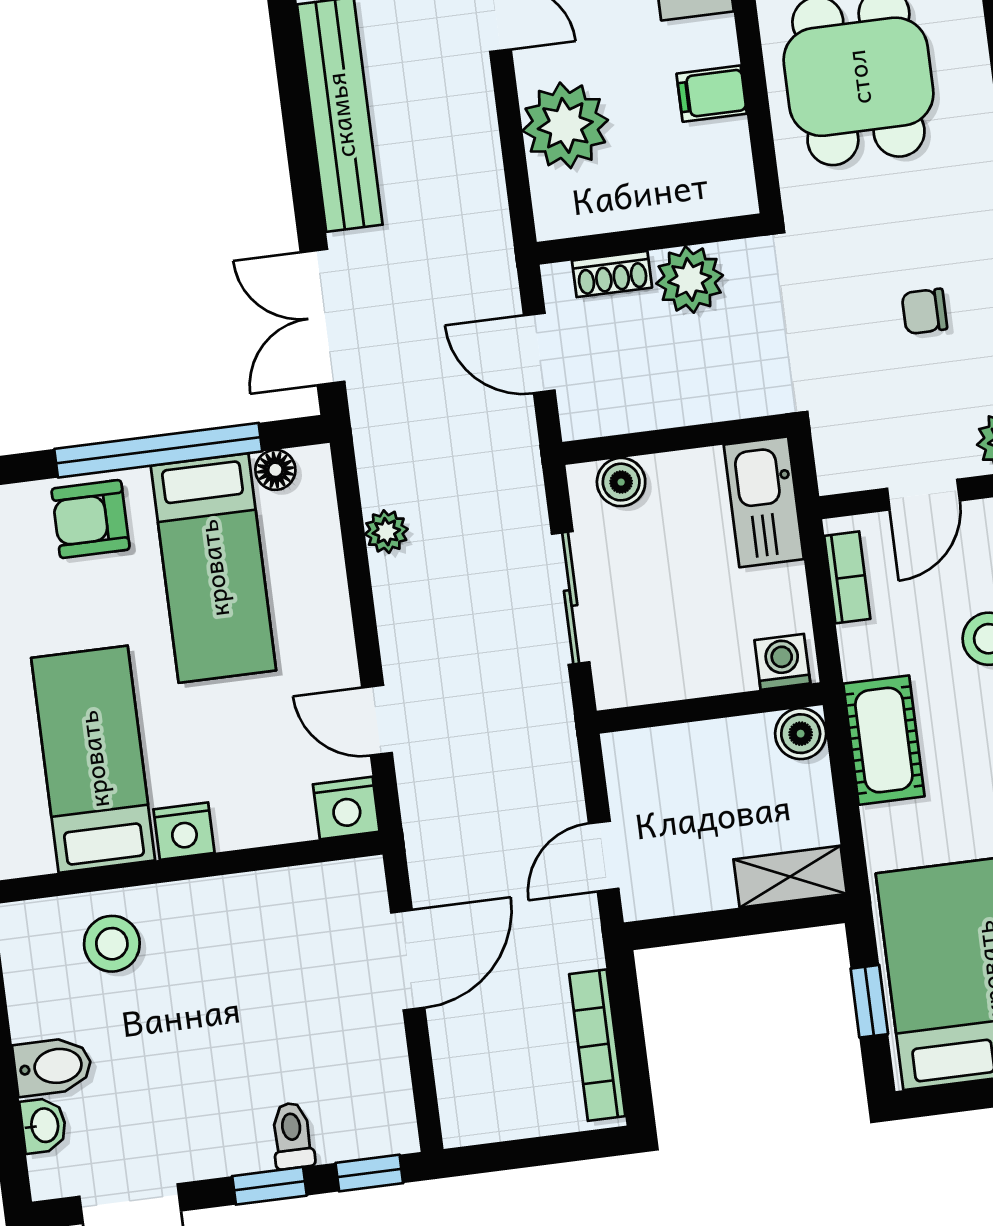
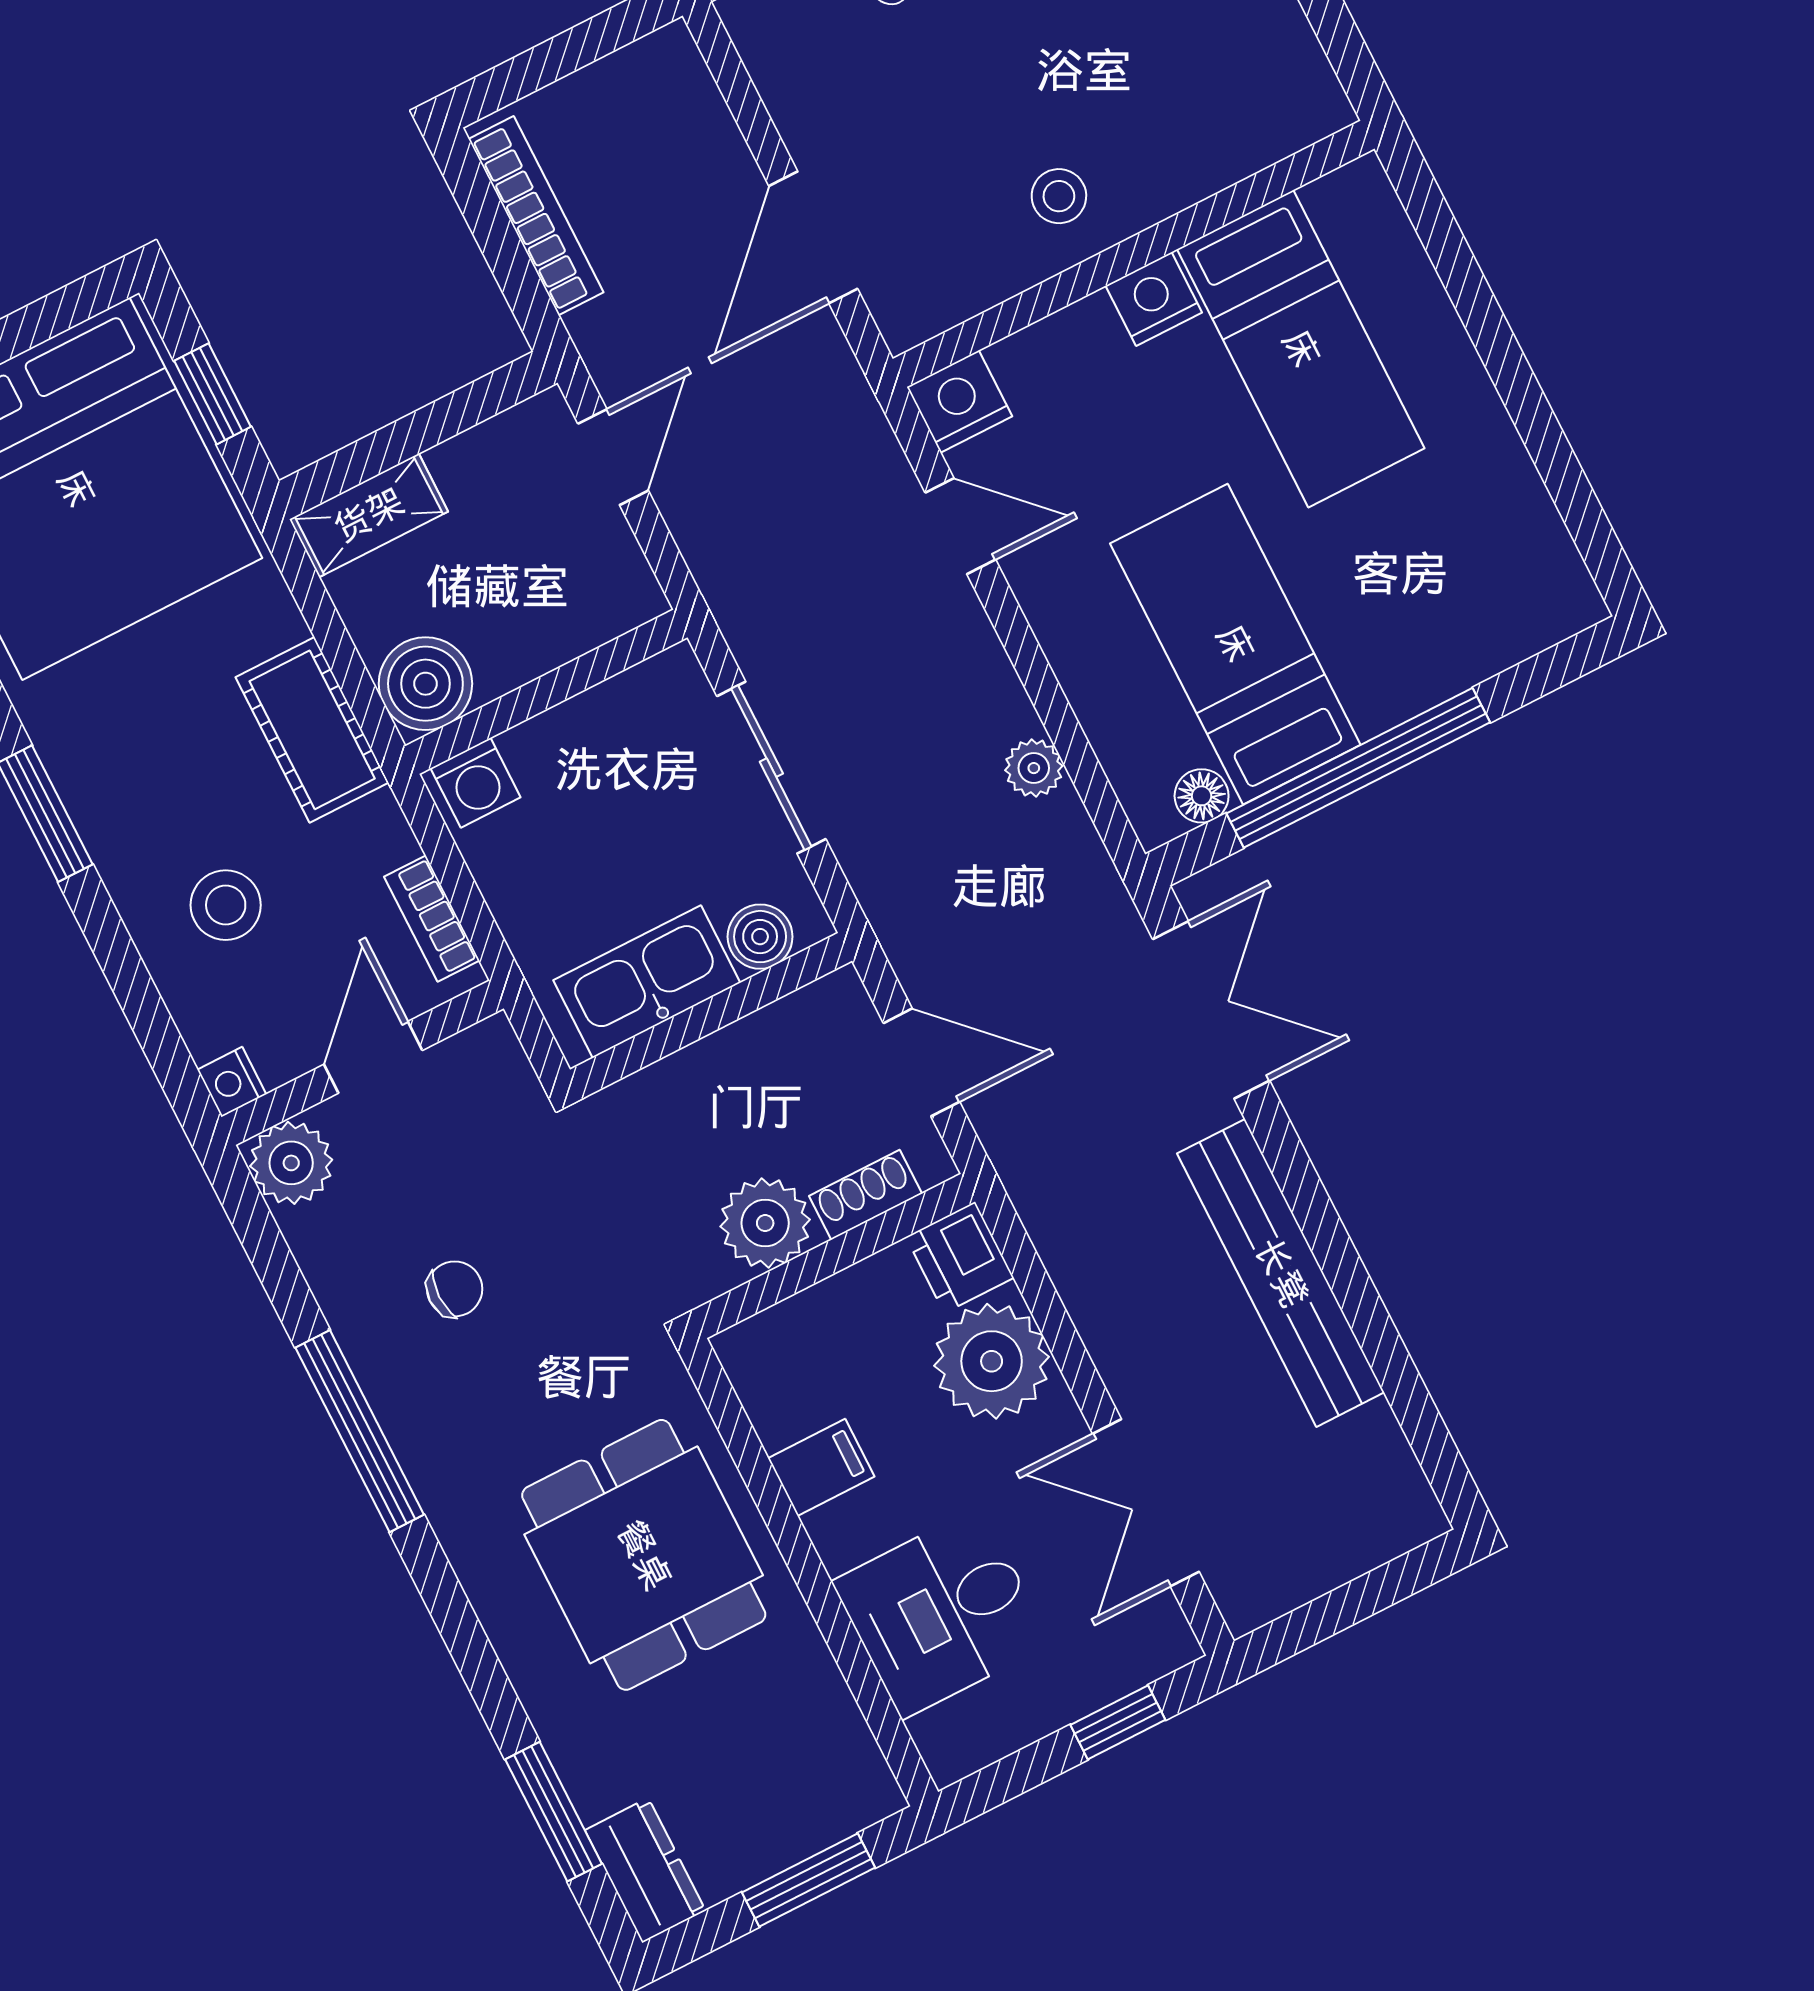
printer: (561, 206) -> (960, 1257), added
kitchen sink: (764, 502) -> (647, 982), moved, turned -90
armchair: (91, 519) -> (1412, 650), removed
boiler: (801, 734) -> (425, 684), width x1.36, depth x1.36
stool: (112, 944) -> (1059, 196), moved, width x0.73, depth x0.73

